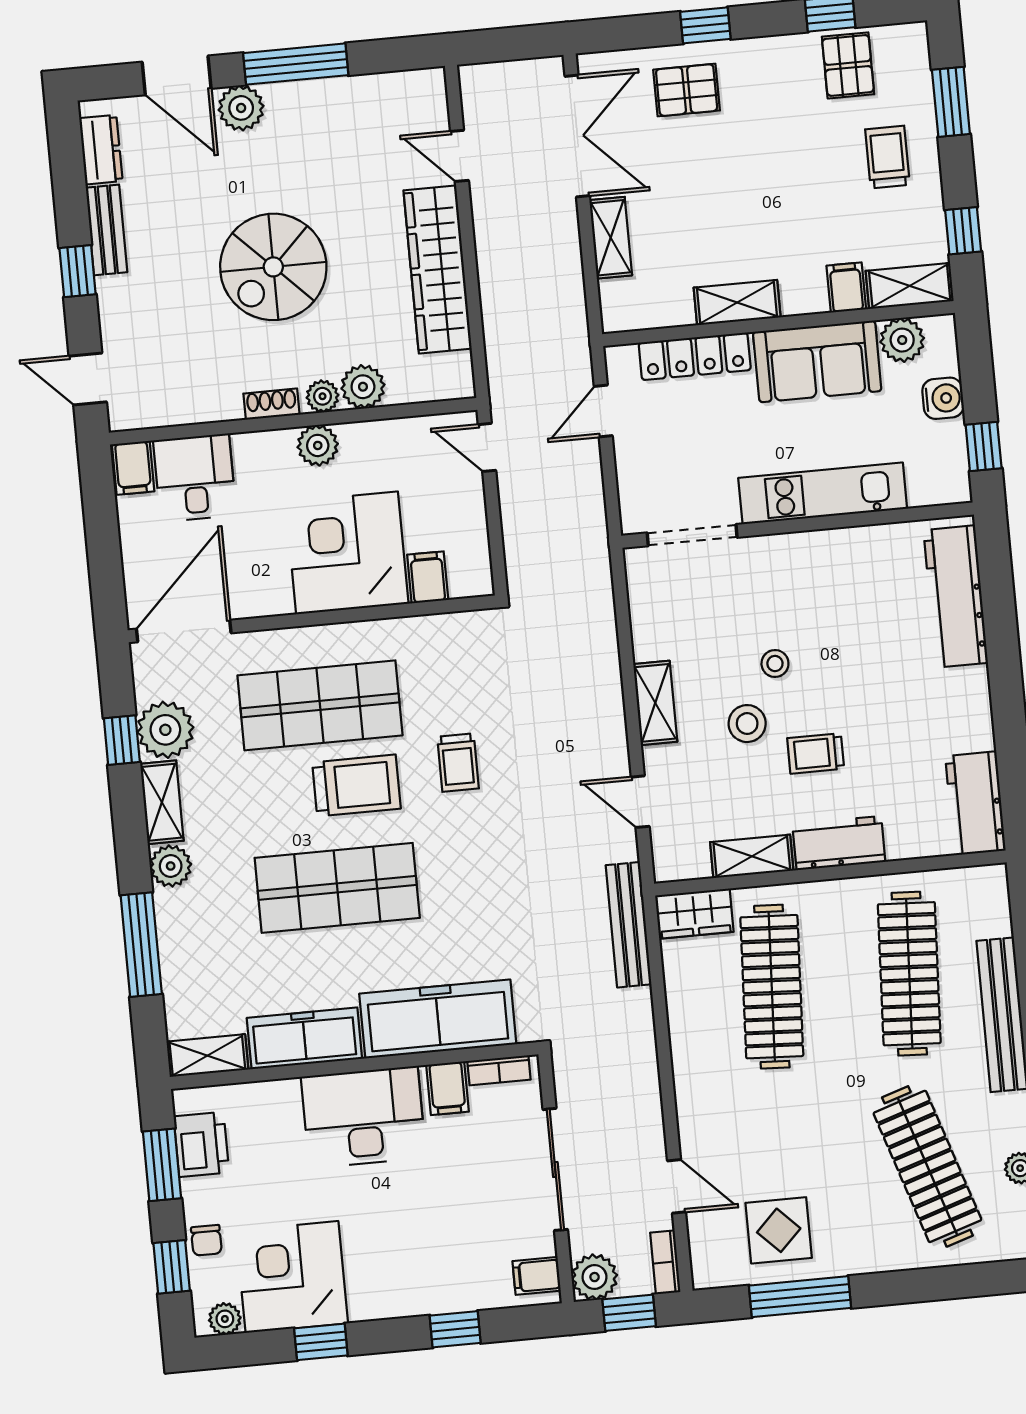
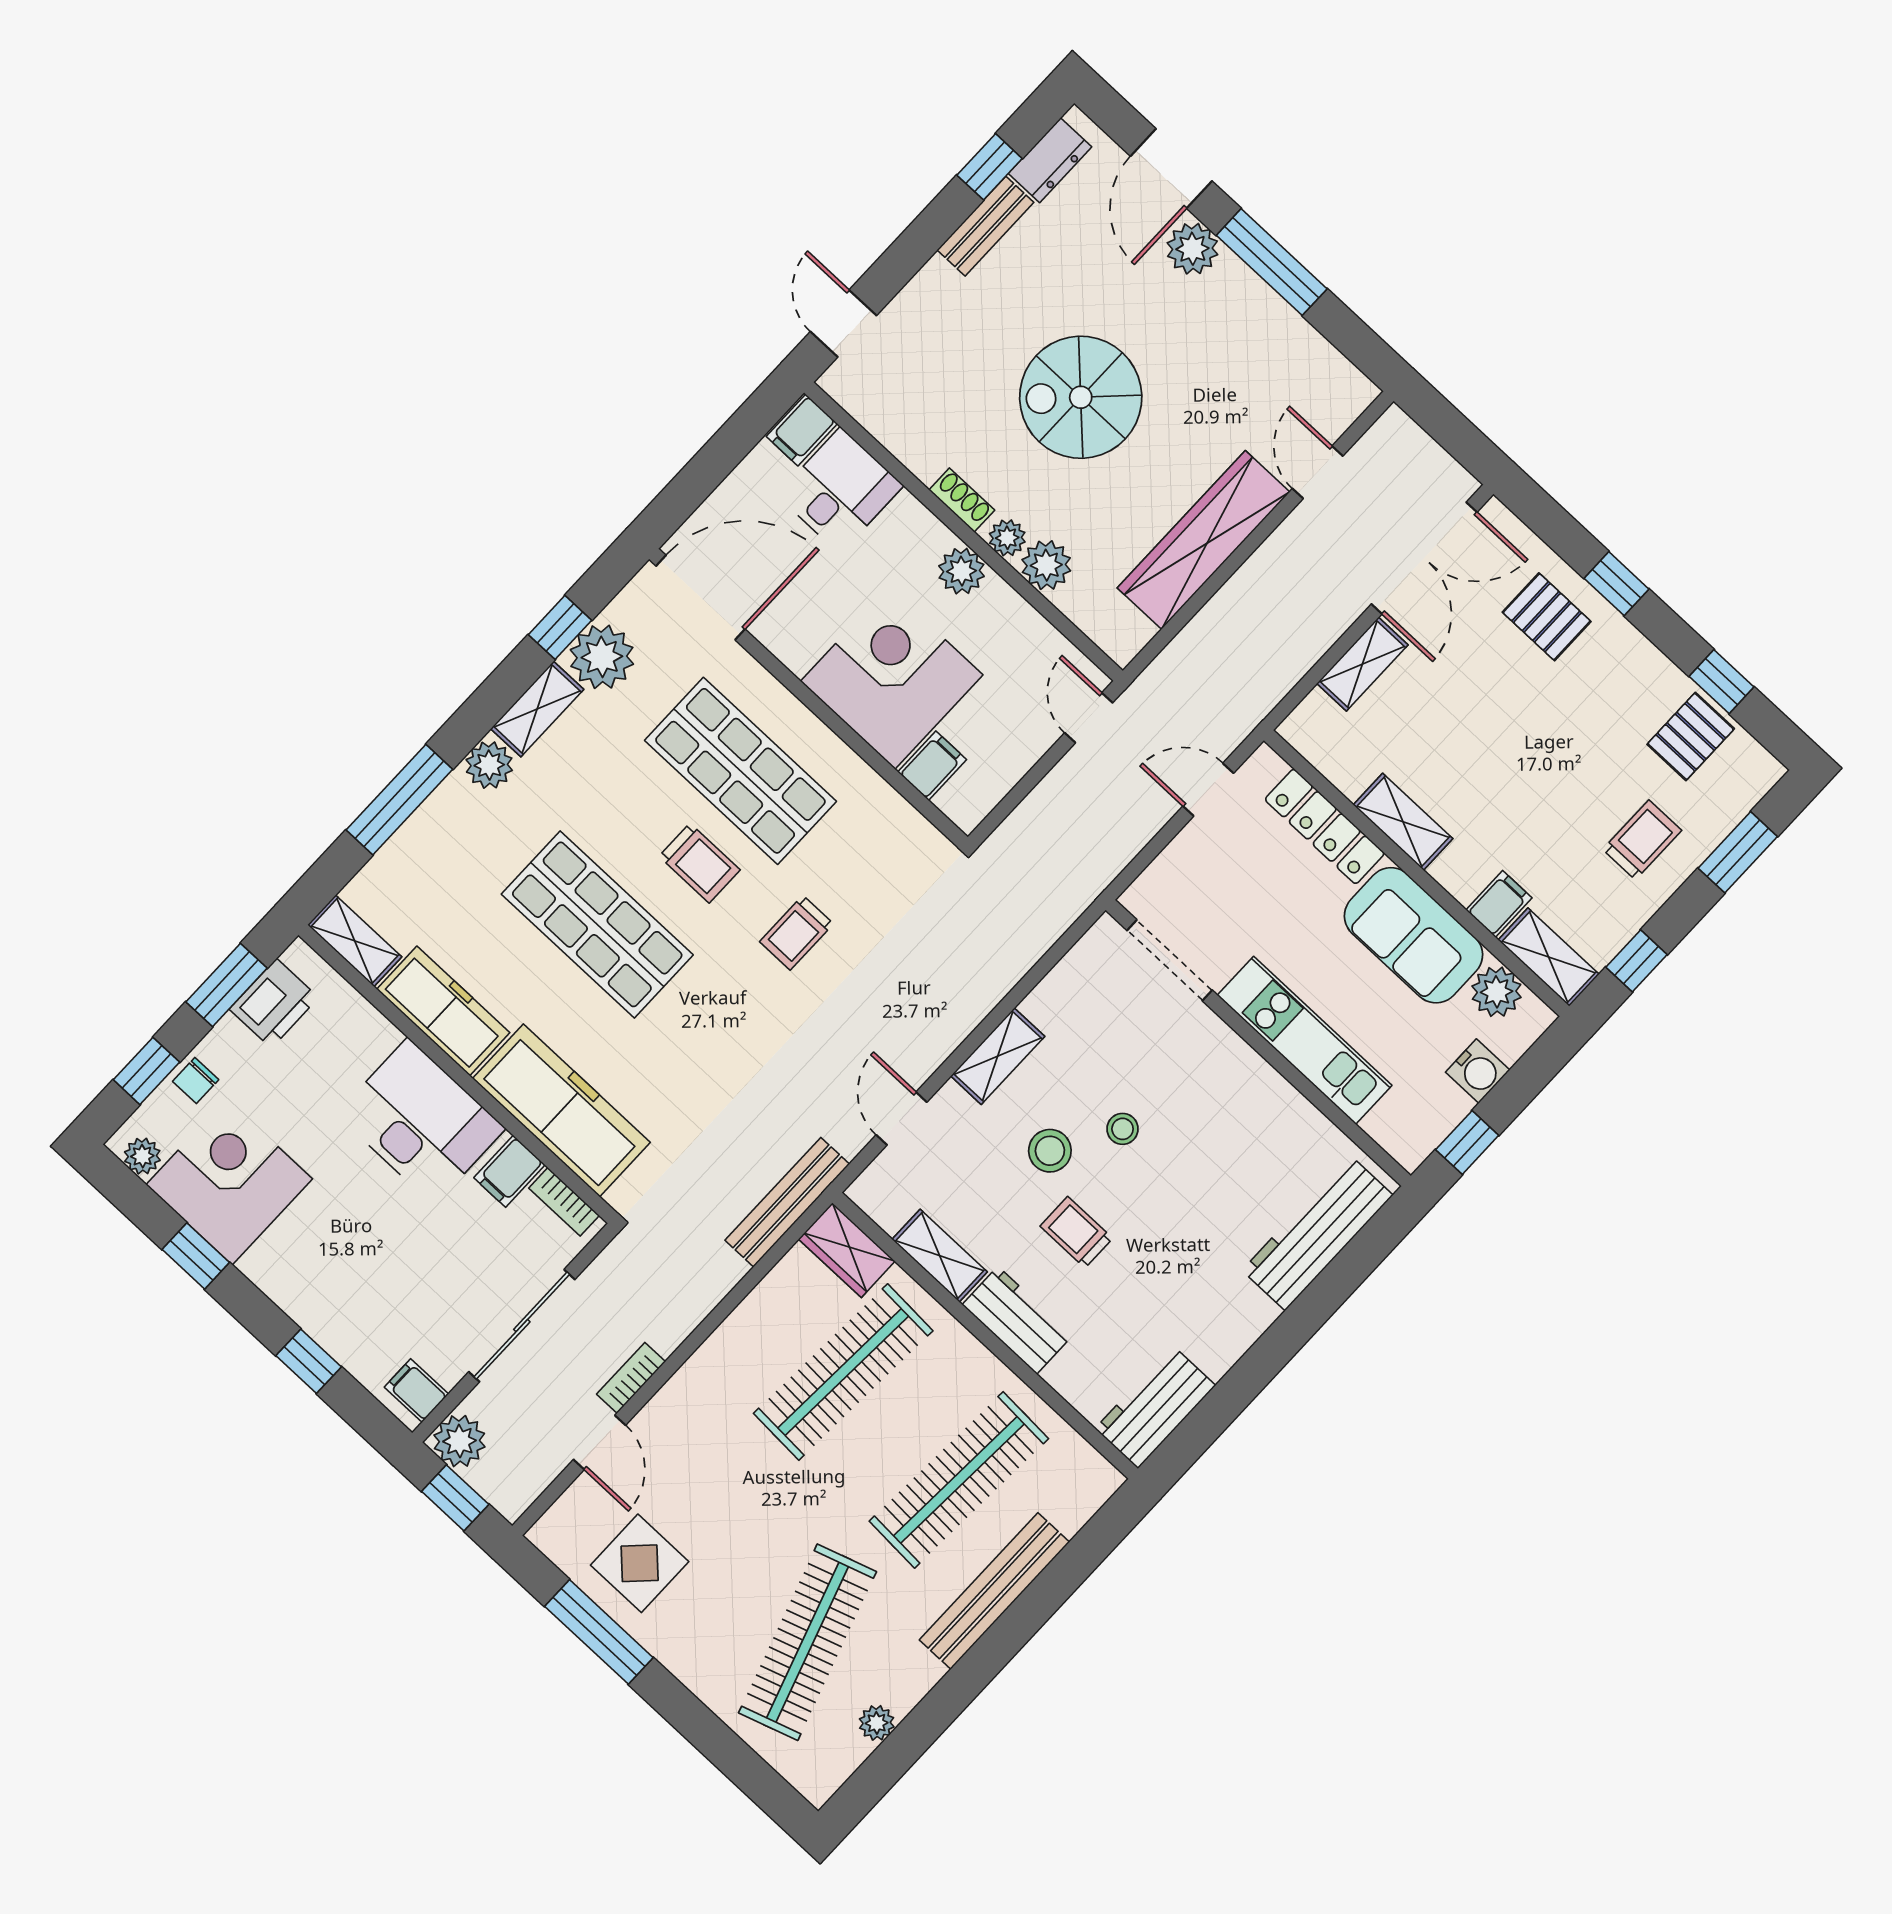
window: (78, 271) -> (990, 167), moved
trolley: (356, 785) -> (700, 863), width x0.73, depth x0.72
bookcase: (665, 1262) -> (631, 1378), moved

